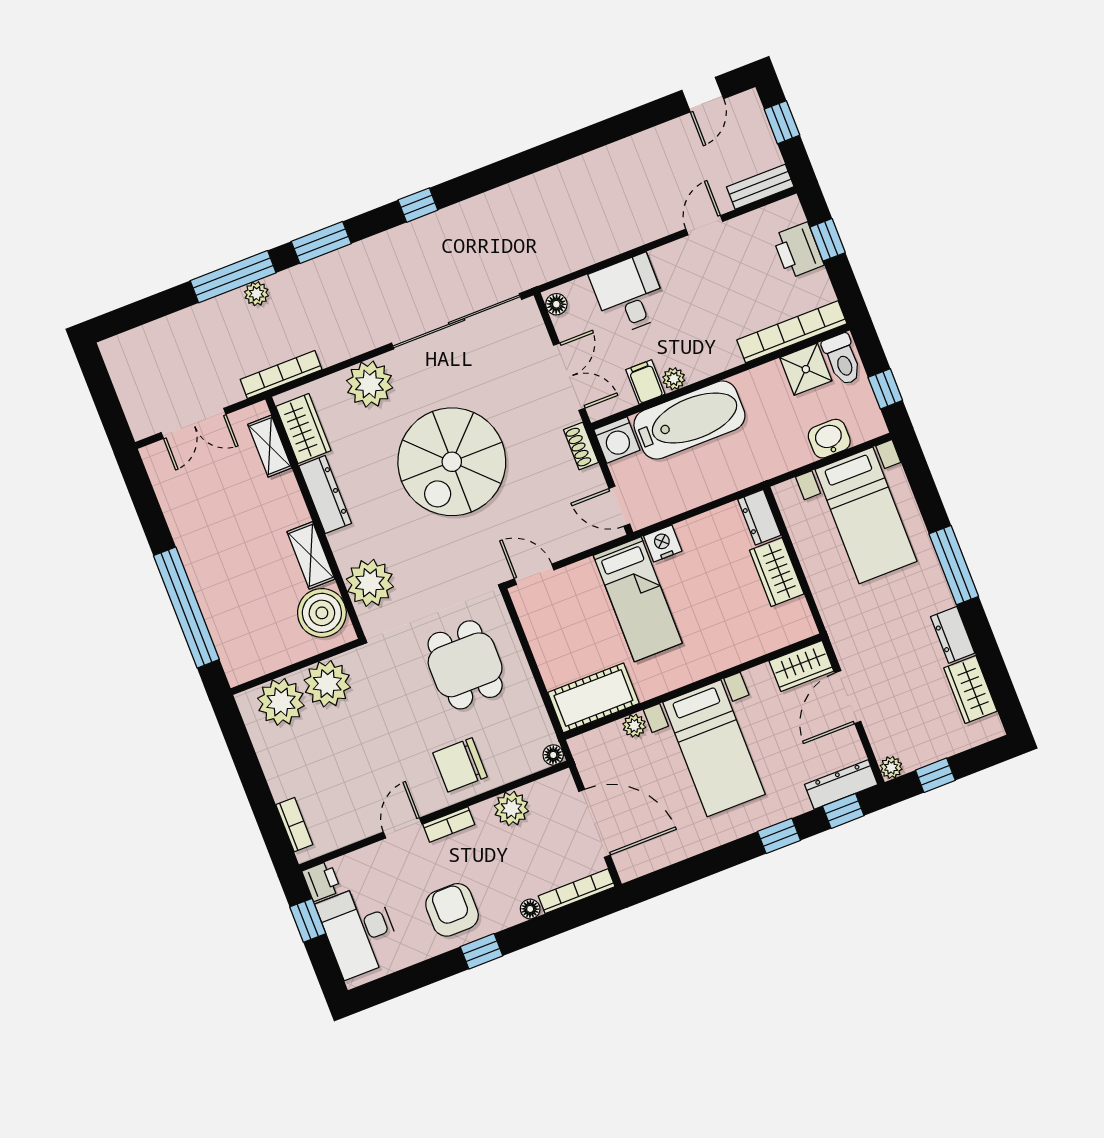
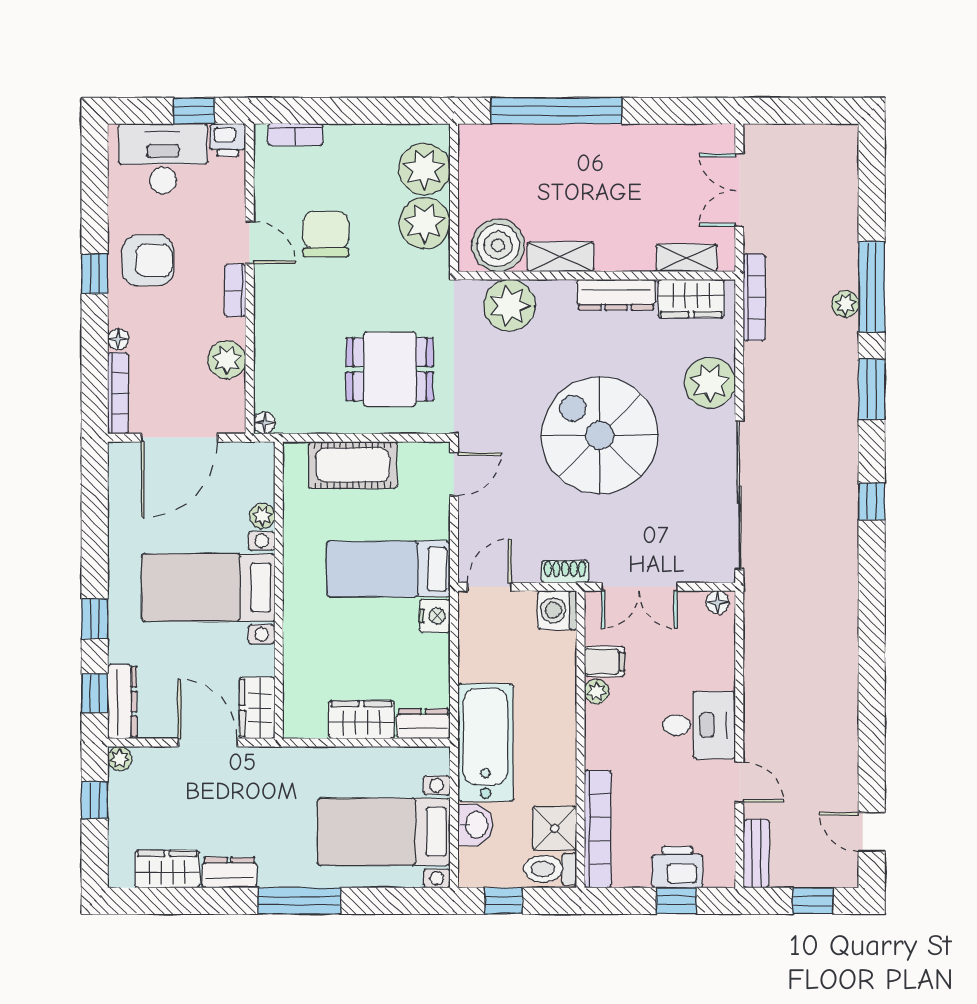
desk: (629, 294) -> (699, 725), moved
bathtub: (689, 420) -> (486, 743), moved, turned 180
cot: (593, 698) -> (353, 465), moved, turned 90
chair: (460, 765) -> (326, 234), moved

